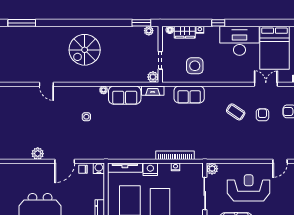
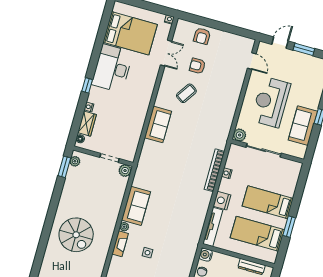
side table: (195, 66) -> (126, 123), removed
double door: (266, 84) -> (166, 53), swing flipped
fireplace: (153, 91) -> (120, 244), moved
sofa: (189, 95) -> (158, 124), moved

